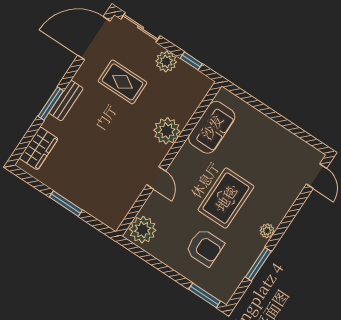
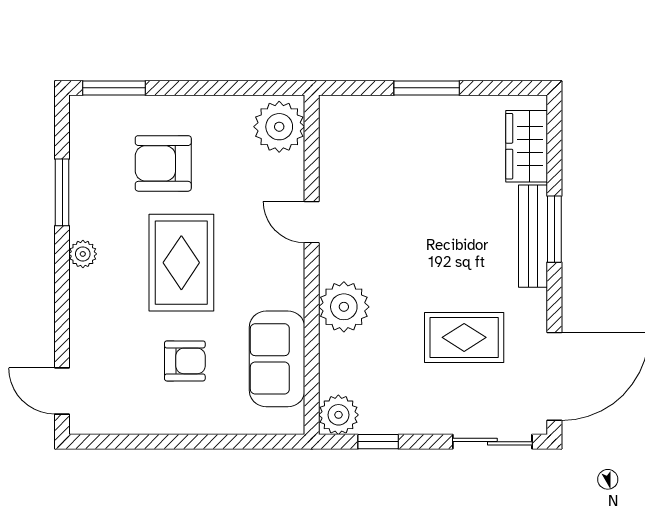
plant: (166, 61) -> (338, 415), moved
bench: (66, 101) -> (533, 236), width x1.36
armchair: (253, 153) -> (185, 361), added

